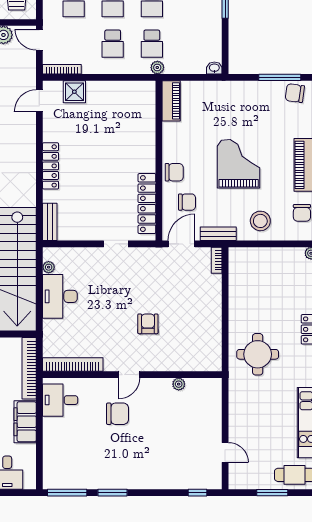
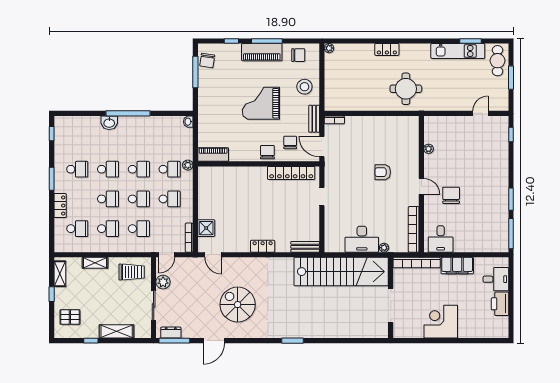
locker: (51, 166) -> (263, 246), width x0.66
plant: (49, 267) -> (384, 248), moved

